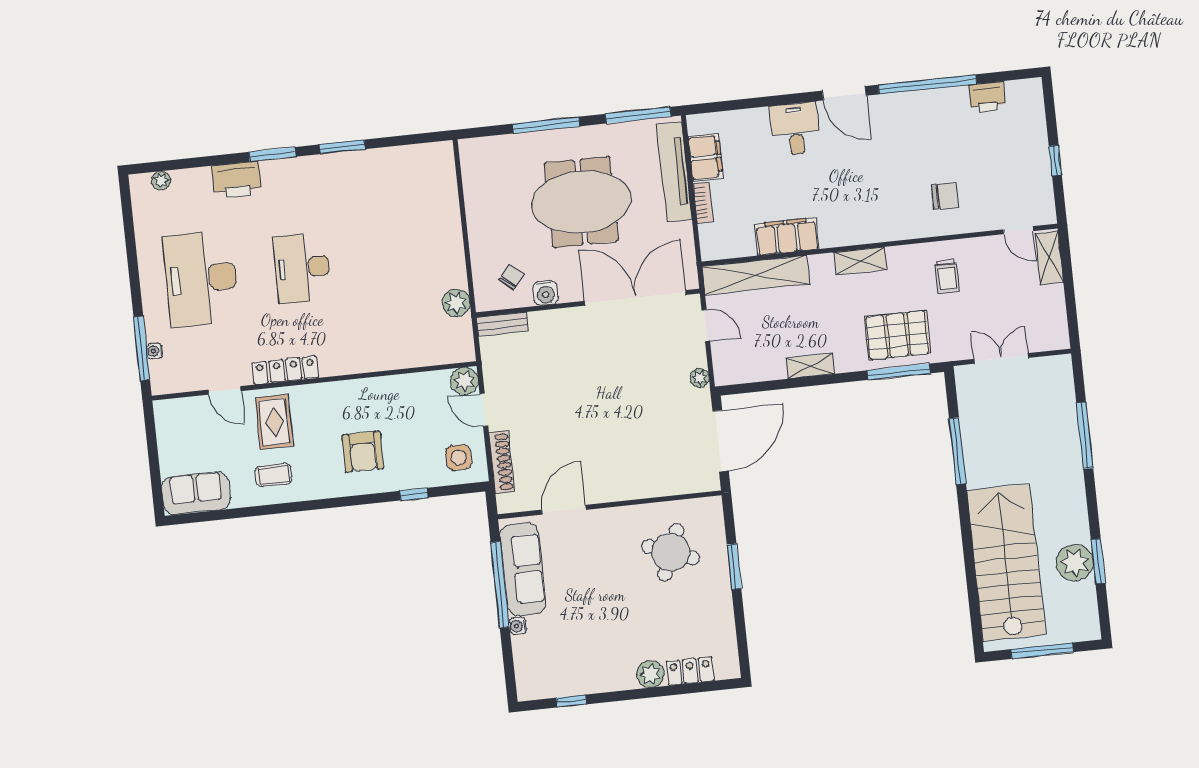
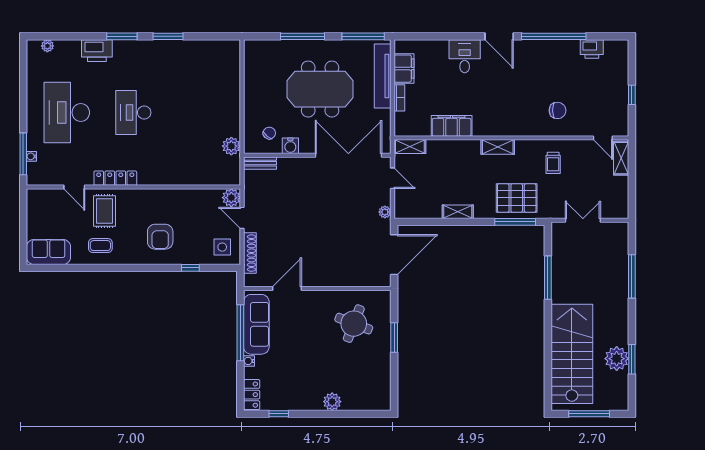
shelving: (756, 275) -> (410, 147), width x0.45, depth x0.75
locker: (690, 671) -> (252, 395), moved, turned 90

